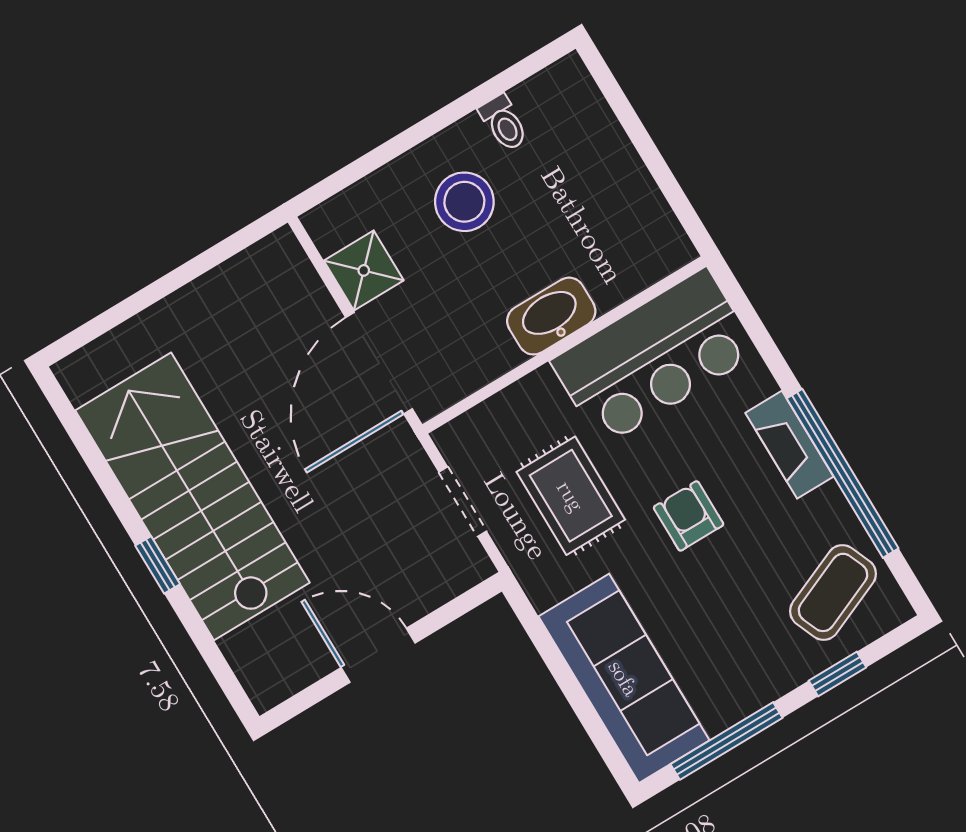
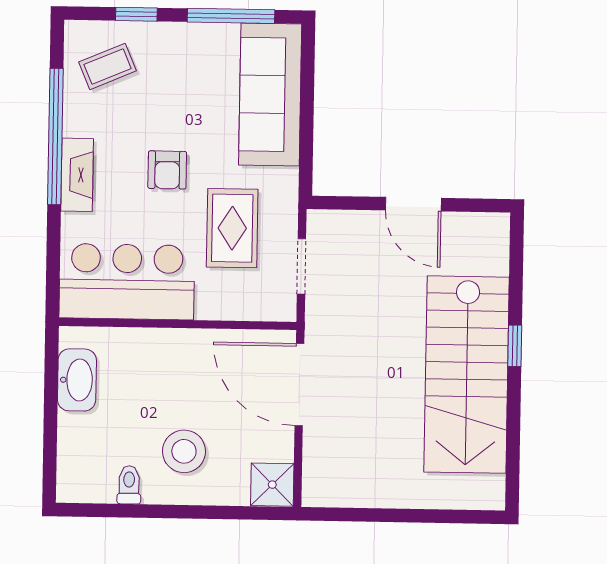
shower: (364, 270) -> (272, 485), moved
washbasin: (551, 316) -> (77, 380), moved, turned -90
door: (379, 363) -> (299, 385), swing flipped
coffee table: (833, 592) -> (108, 66), width x0.73, depth x0.77

